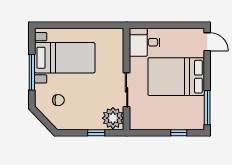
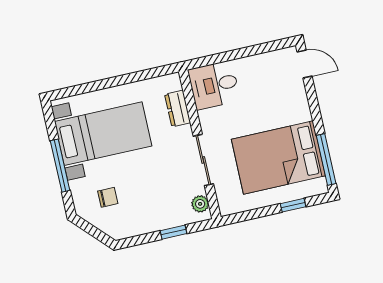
dresser: (117, 52) -> (178, 109), added
bed: (176, 77) -> (278, 157), moved
plant: (113, 118) -> (200, 204), width x0.53, depth x0.53

